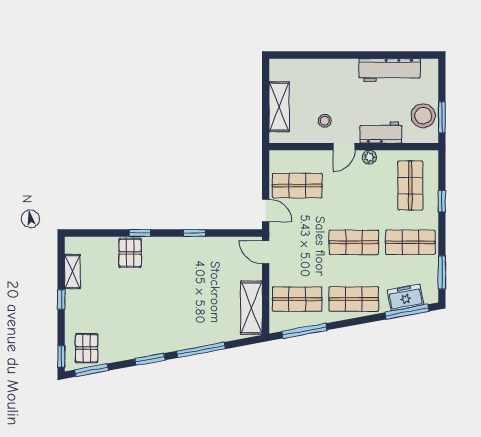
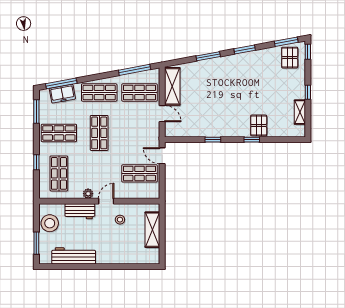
window: (442, 117) -> (36, 243), moved
shop shelf: (354, 242) -> (99, 133), turned 90
door: (266, 252) -> (162, 114), moved
window: (201, 350) -> (208, 56), width x0.69

